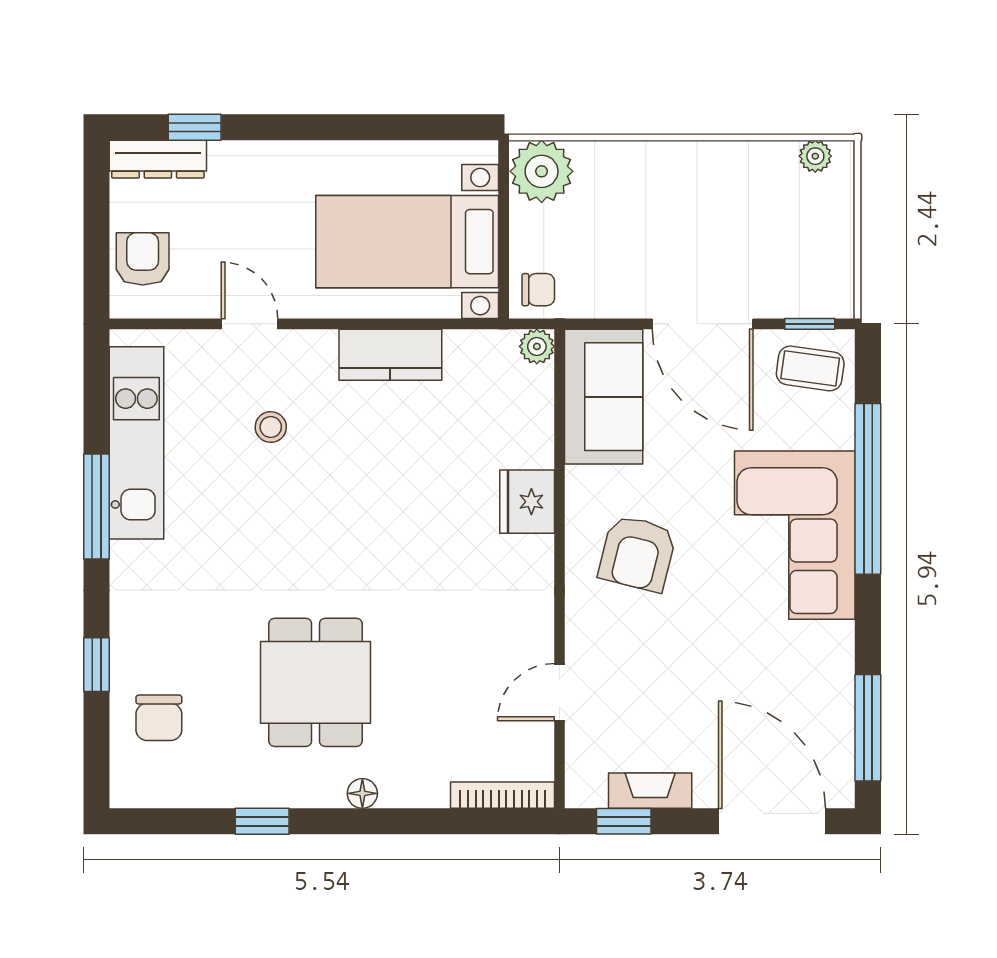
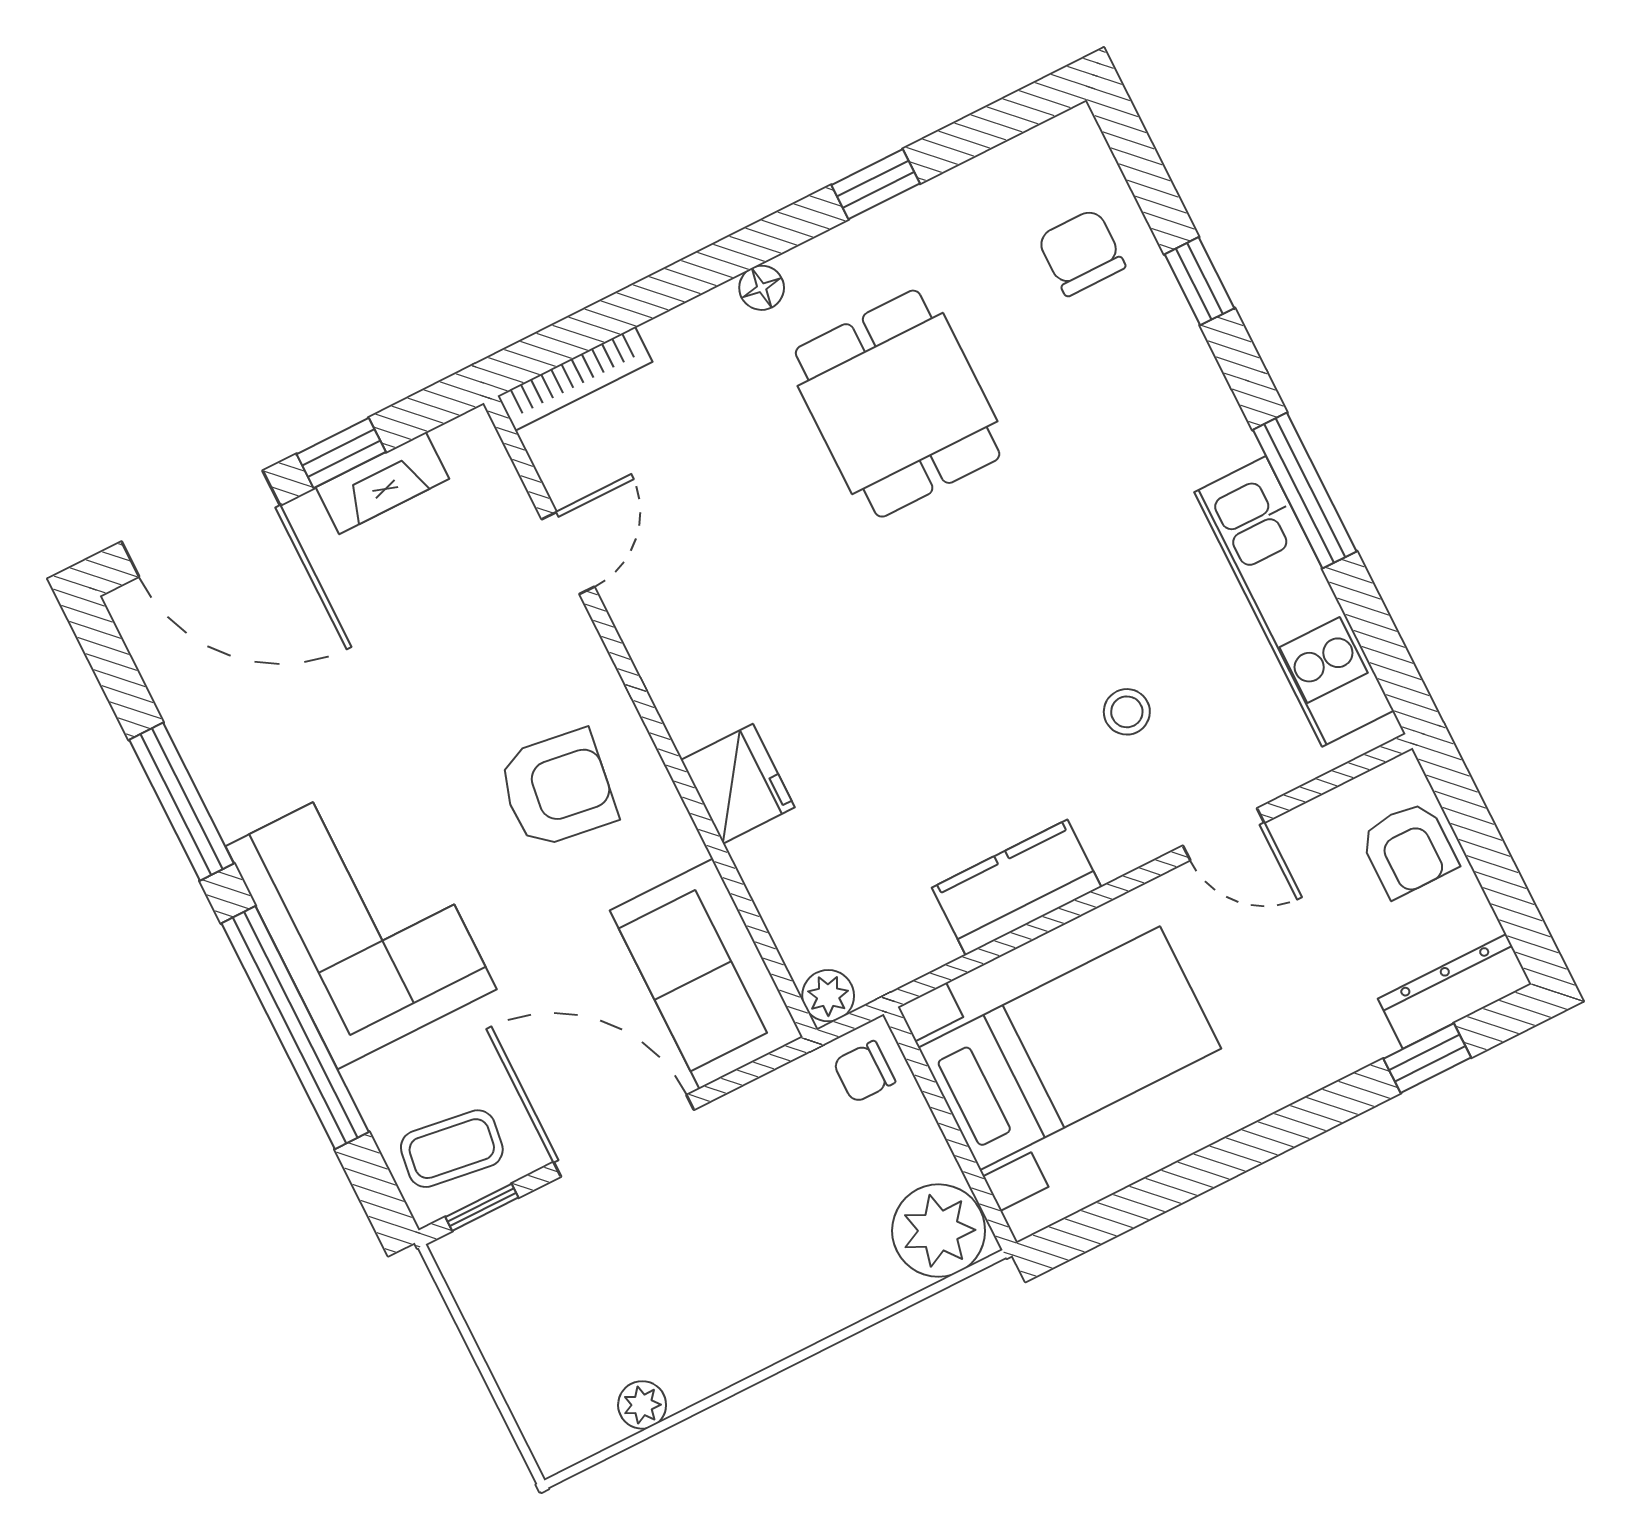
plant: (815, 156) -> (642, 1405), moved
armchair: (637, 553) -> (557, 789), turned 84
window: (868, 728) -> (182, 802), moved
window: (624, 821) -> (341, 453), moved

